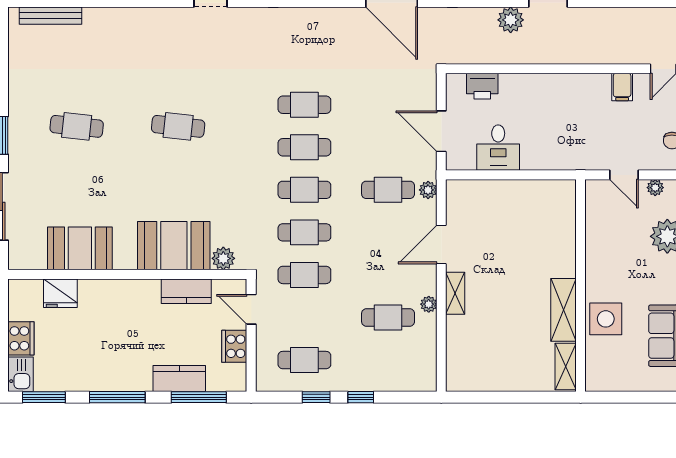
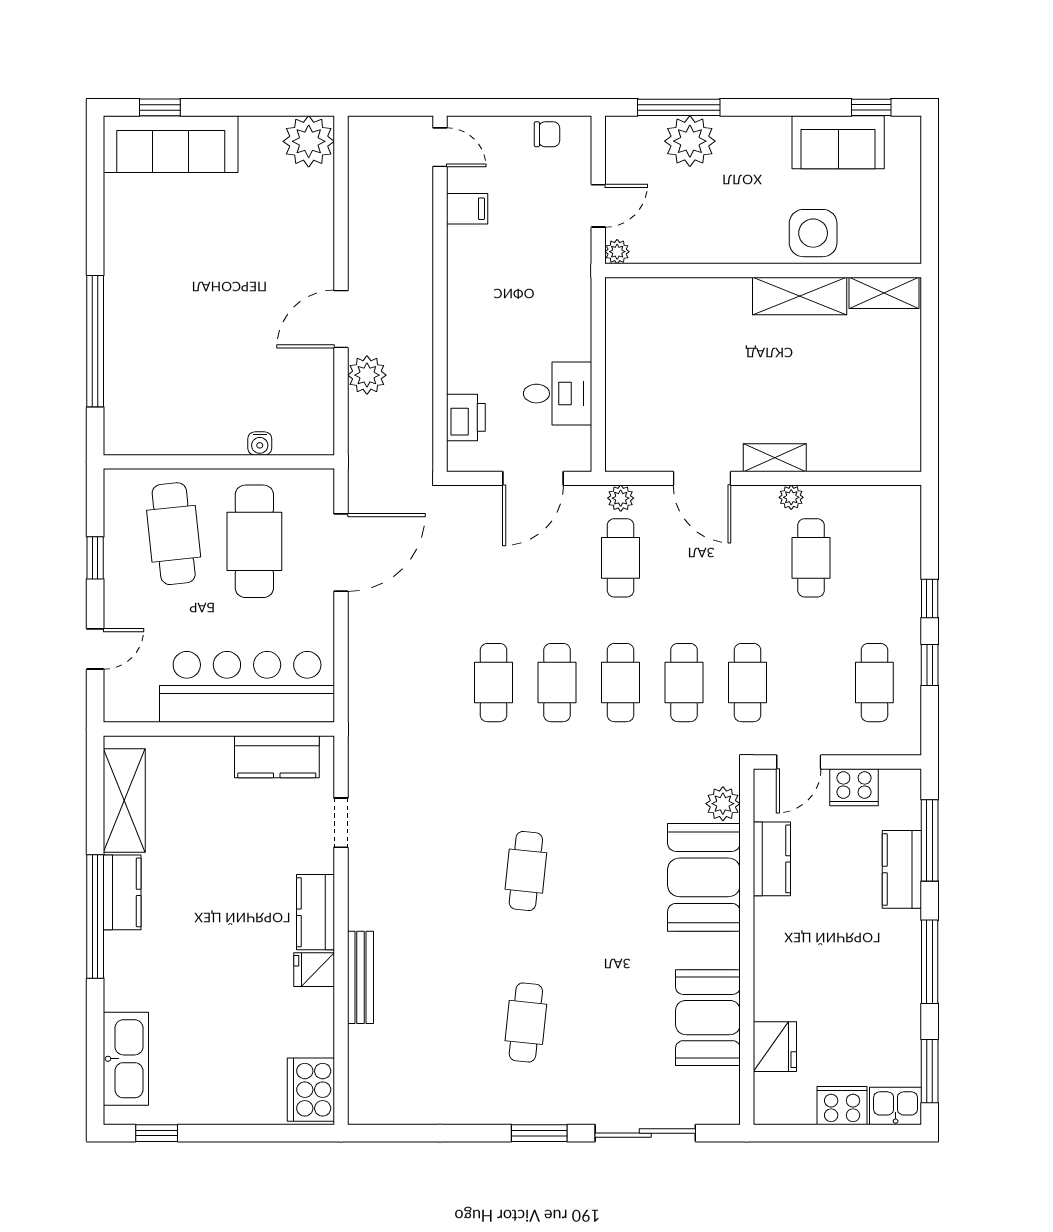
bench: (51, 16) -> (361, 977), moved
plant: (655, 188) -> (617, 252), moved

